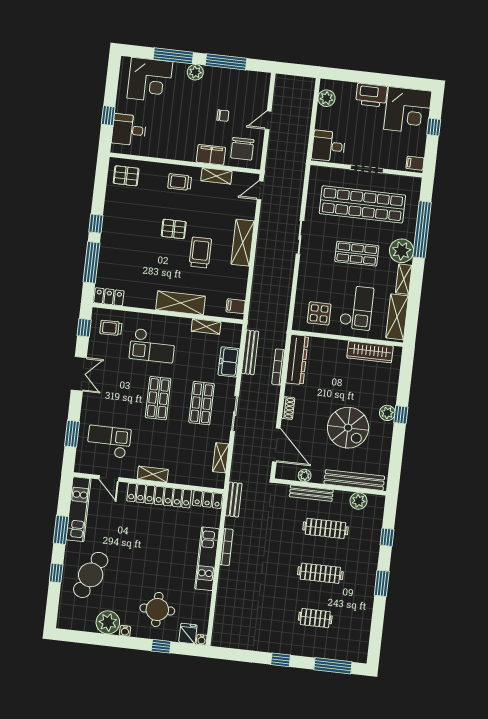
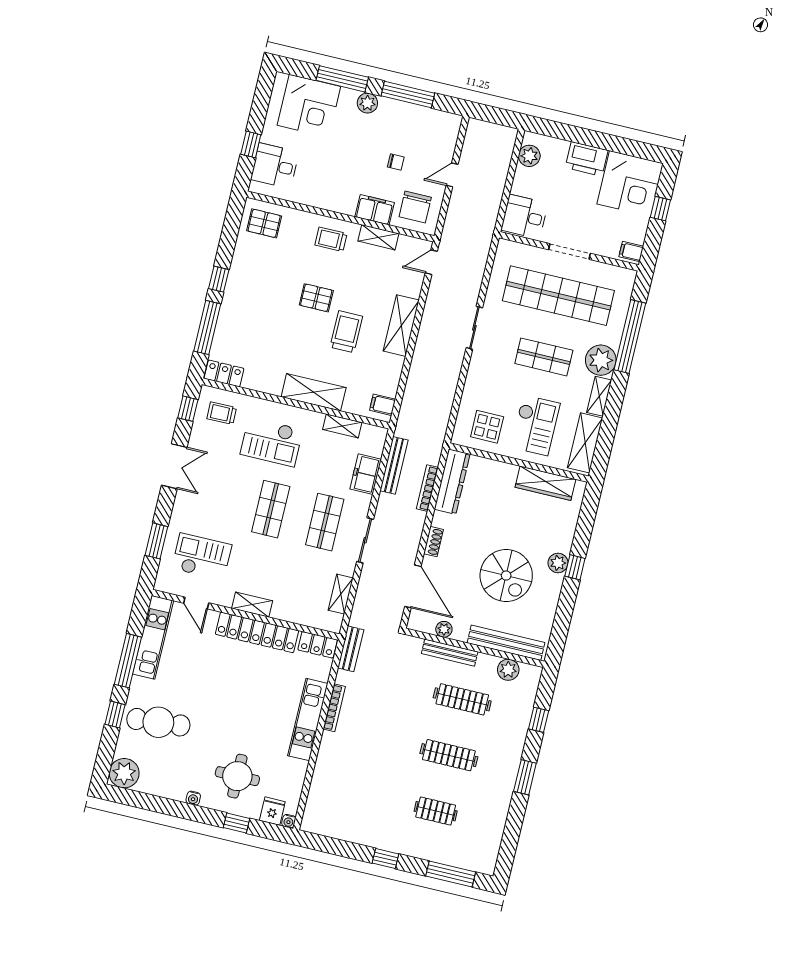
window: (61, 530) -> (128, 661), width x1.44
cafe table: (91, 575) -> (158, 722), turned 61
plant: (108, 622) -> (124, 773), moved

